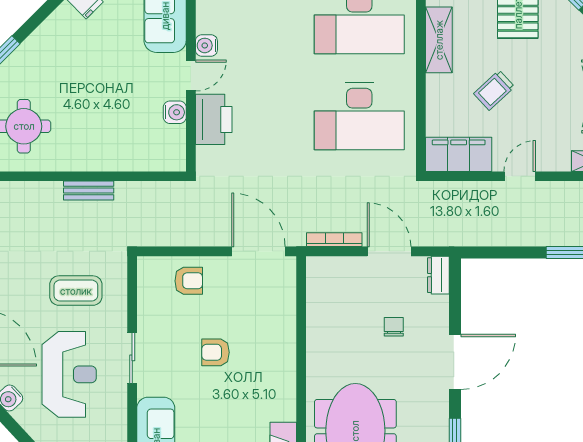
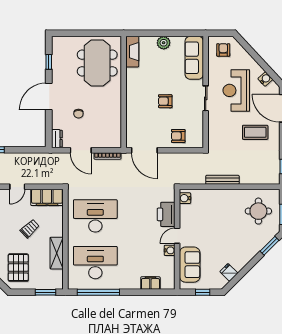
water cooler: (175, 112) -> (185, 198), moved
bench: (89, 191) -> (222, 180), width x1.36
coffee table: (76, 291) -> (255, 132), moved
armchair: (215, 352) -> (165, 101), turned 180

